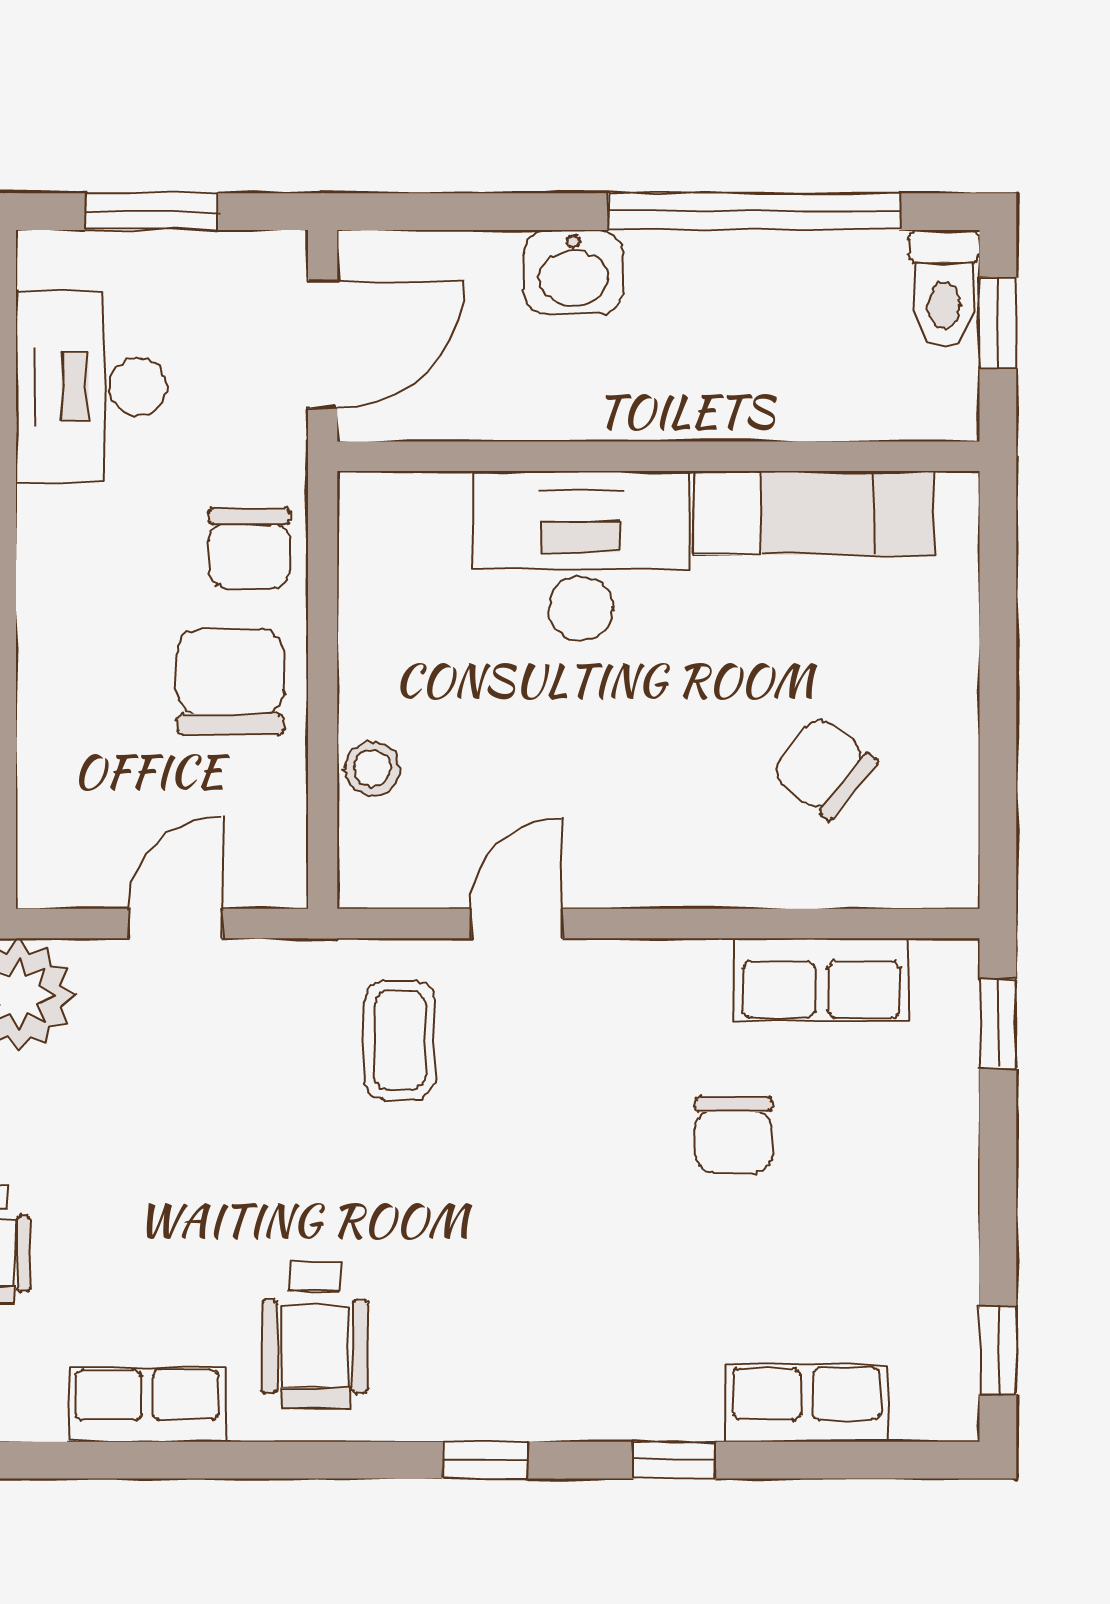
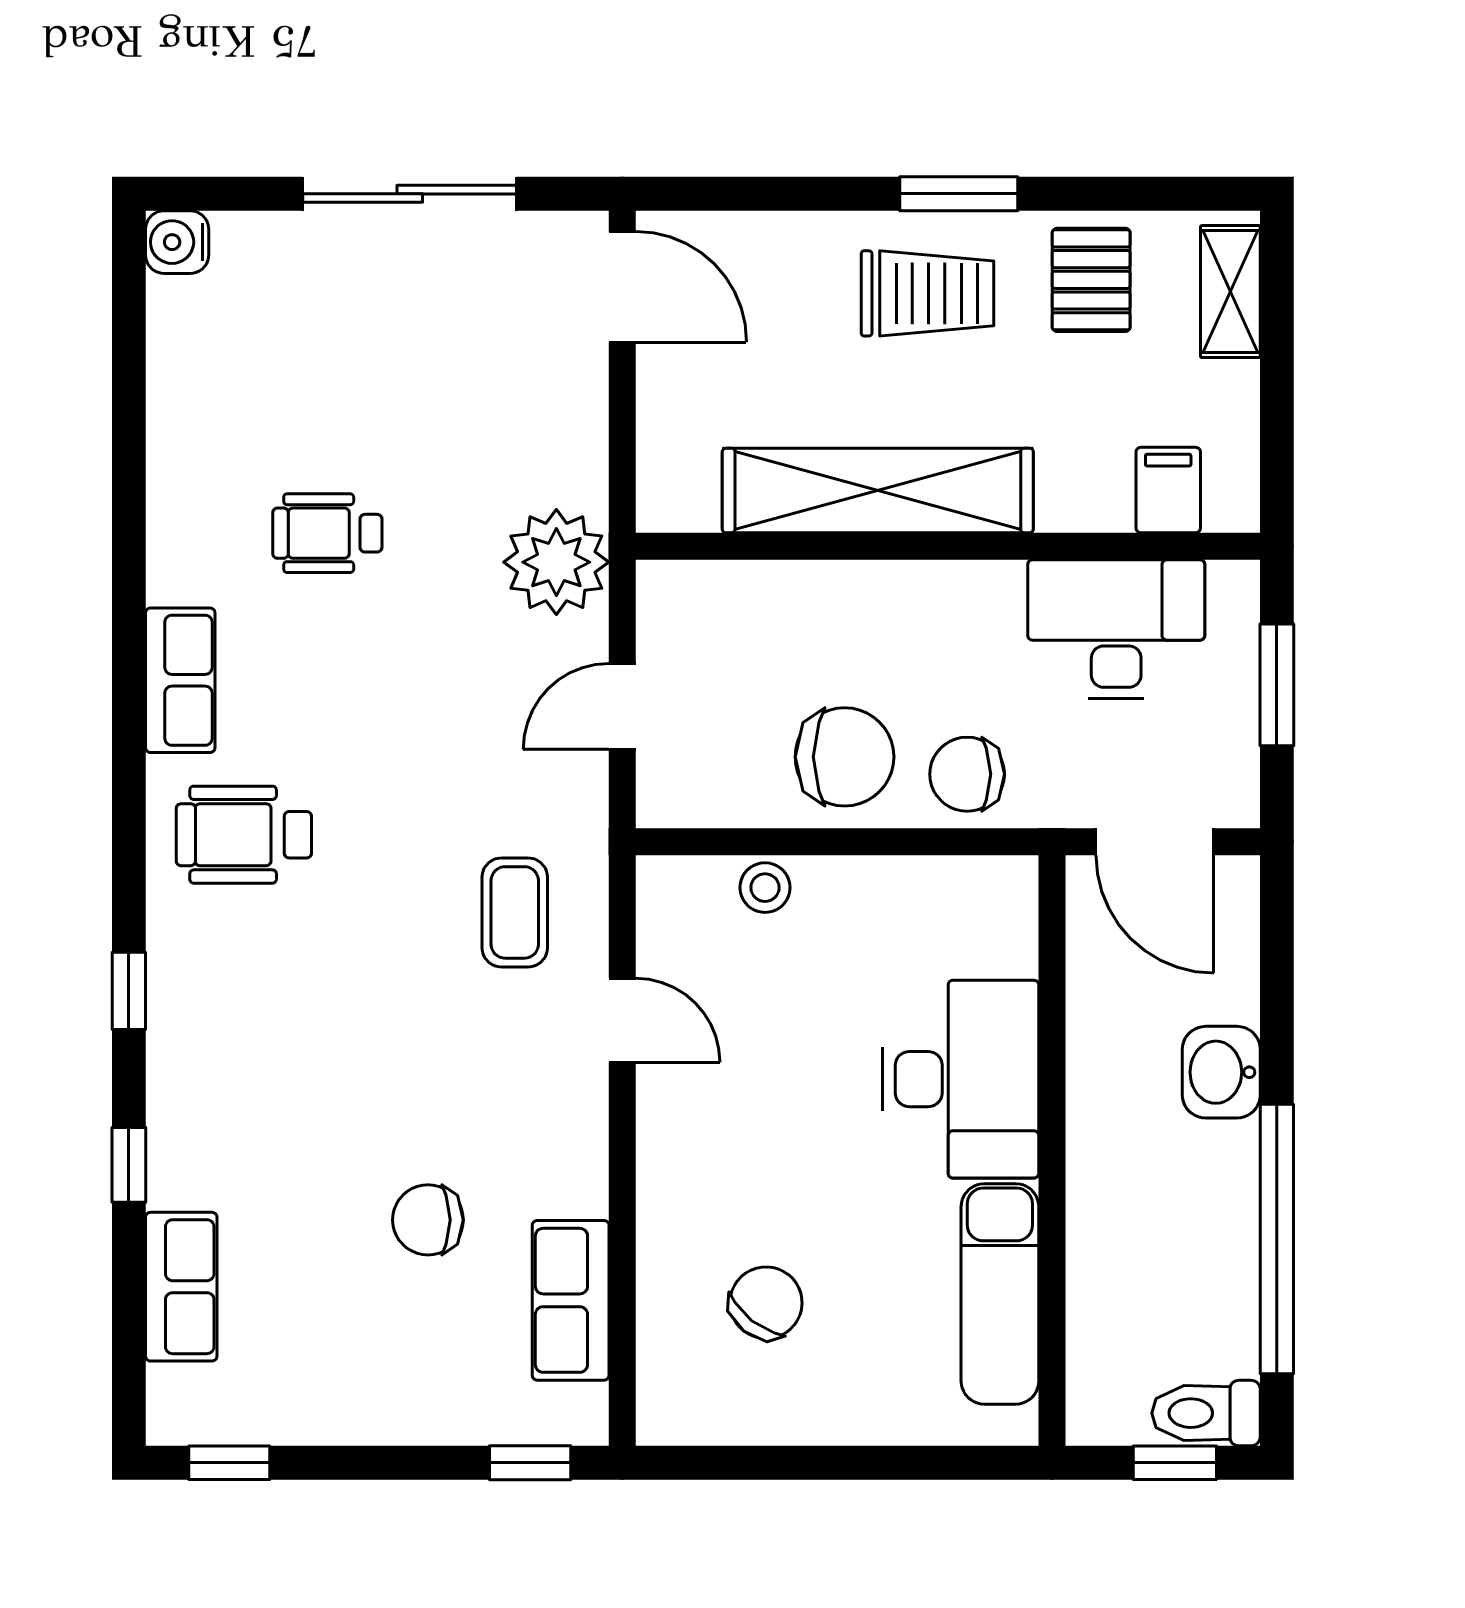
door: (176, 923) -> (622, 706), swing flipped
coffee table: (400, 1040) -> (515, 912), turned 90

